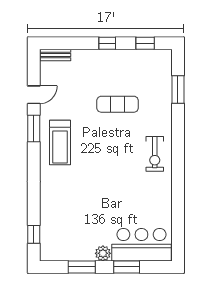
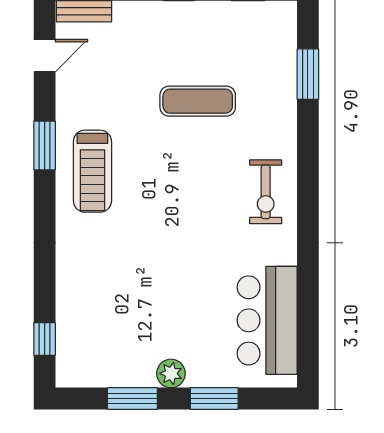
door: (34, 95) -> (45, 56), moved
bar counter: (141, 245) -> (267, 320), moved, turned -90

